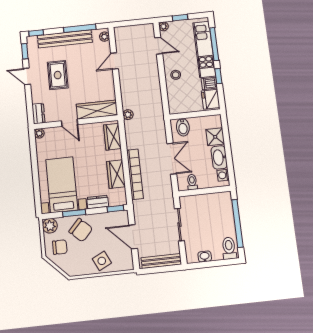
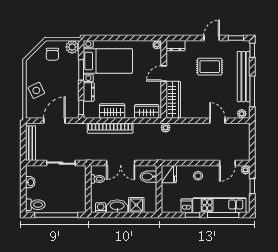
fridge: (211, 99) -> (169, 174), moved, turned 90
chair: (81, 230) -> (65, 74), removed

